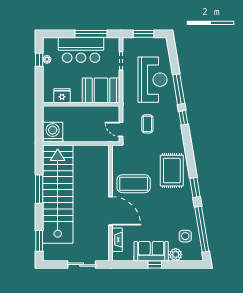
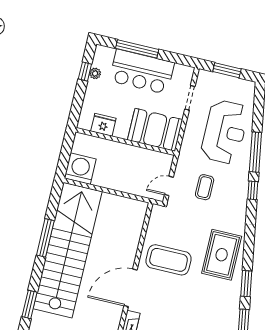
window: (91, 34) -> (137, 49), moved
door: (121, 129) -> (169, 186), hinge flipped
door: (111, 211) -> (130, 288), swing flipped

